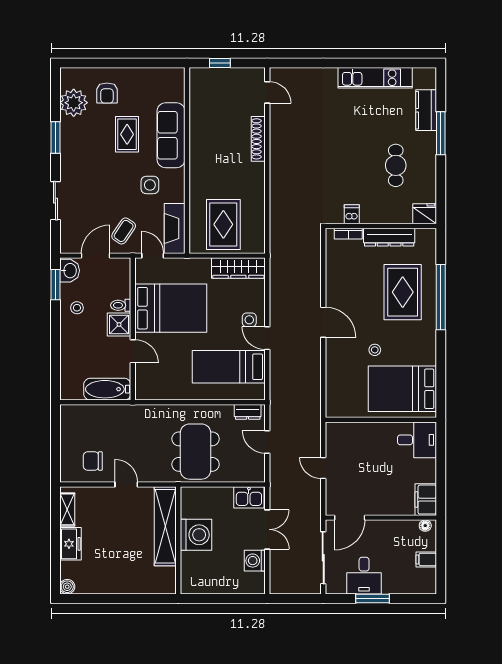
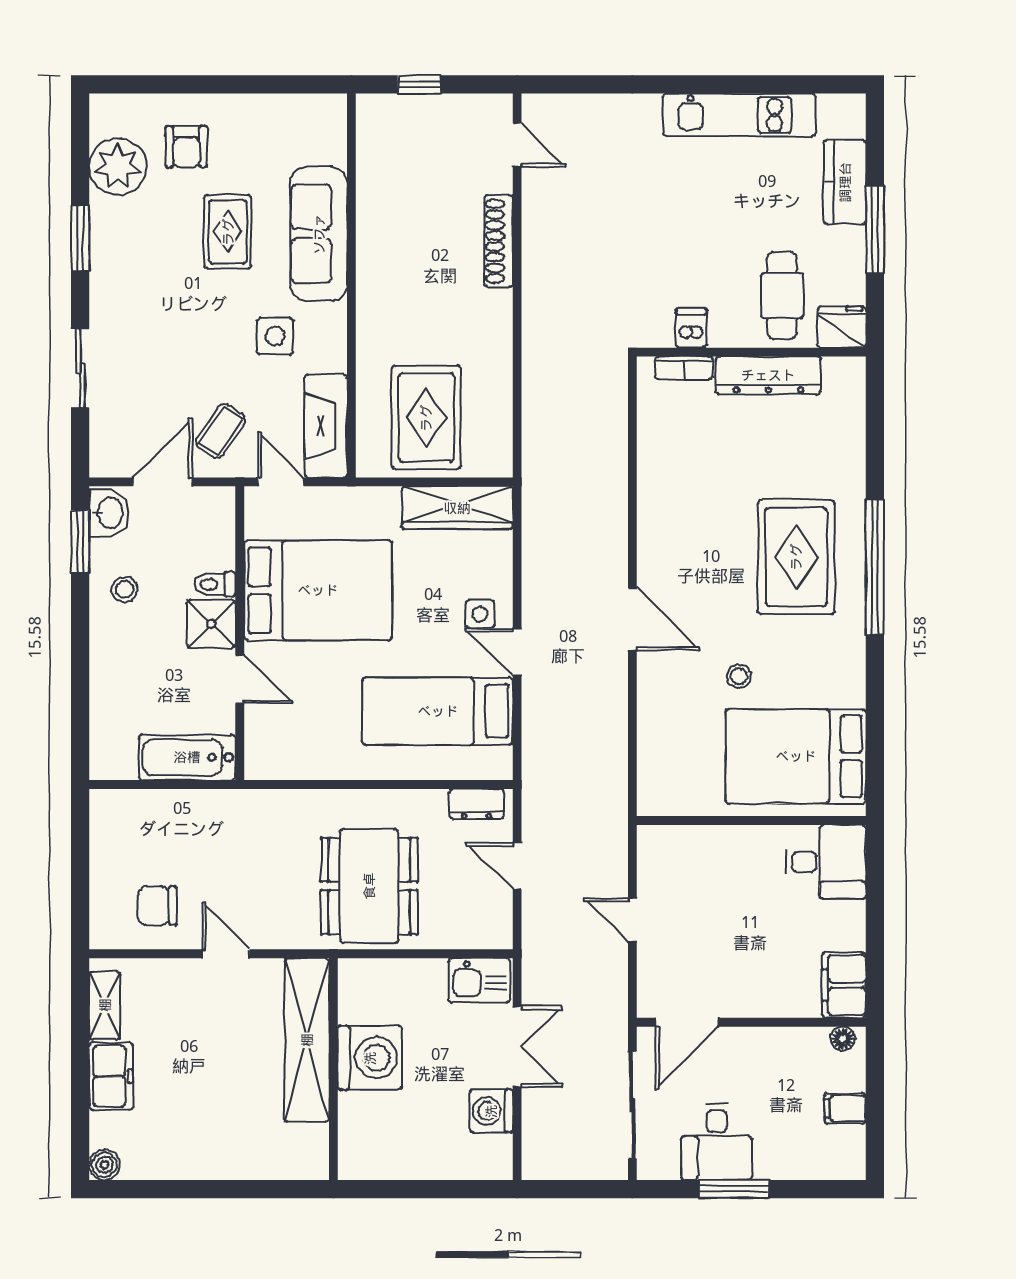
dishwasher: (352, 214) -> (691, 328), moved
fridge: (425, 214) -> (842, 327), moved
wall: (381, 226) -> (751, 352), moved
bookcase: (348, 234) -> (684, 368), moved
dresser: (389, 237) -> (768, 375), moved

